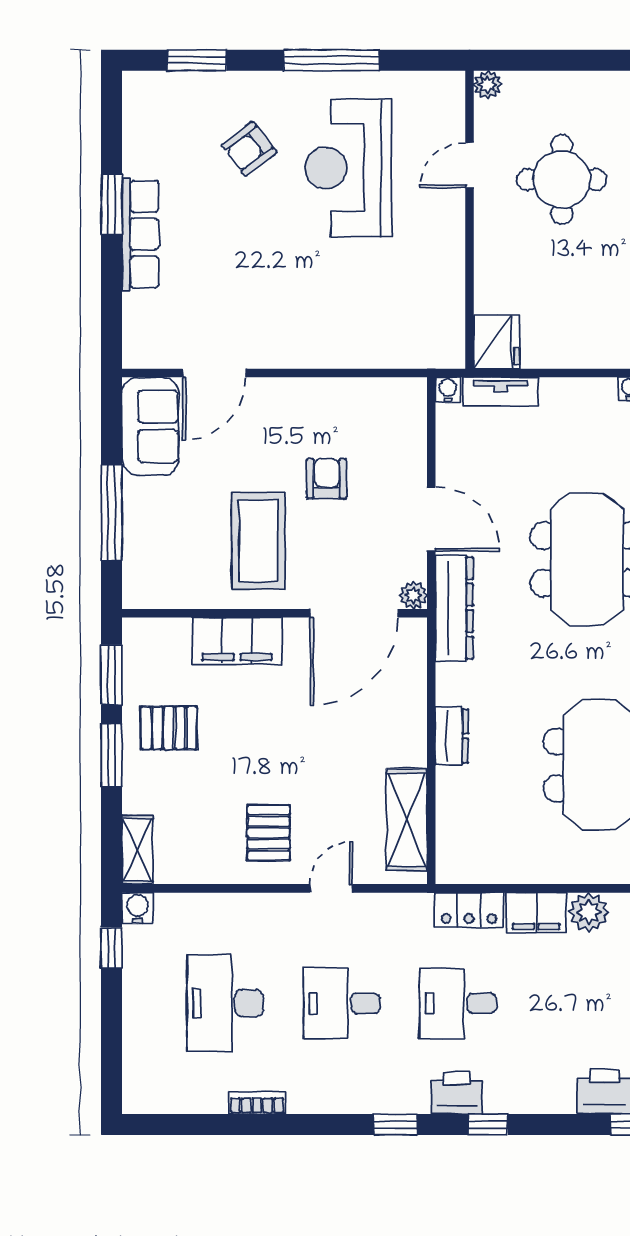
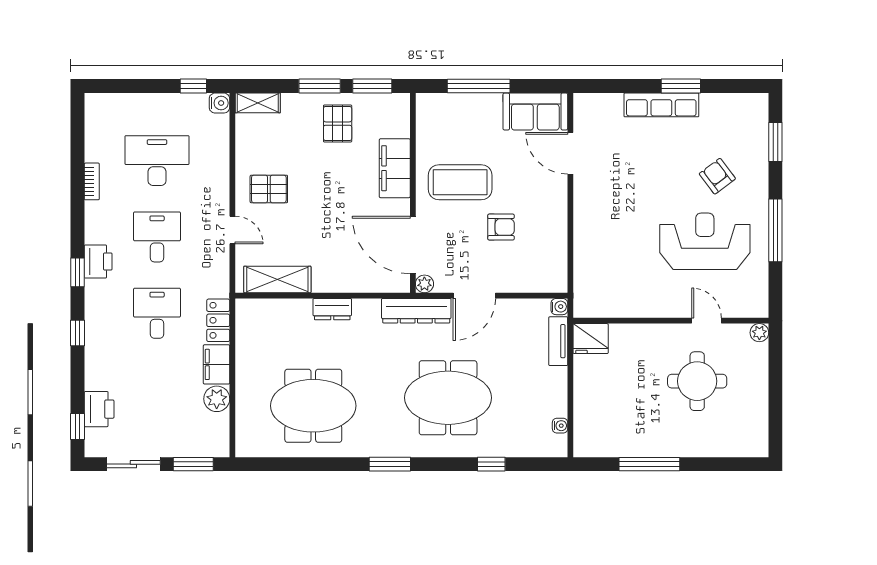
printer: (457, 1093) -> (98, 262), moved

